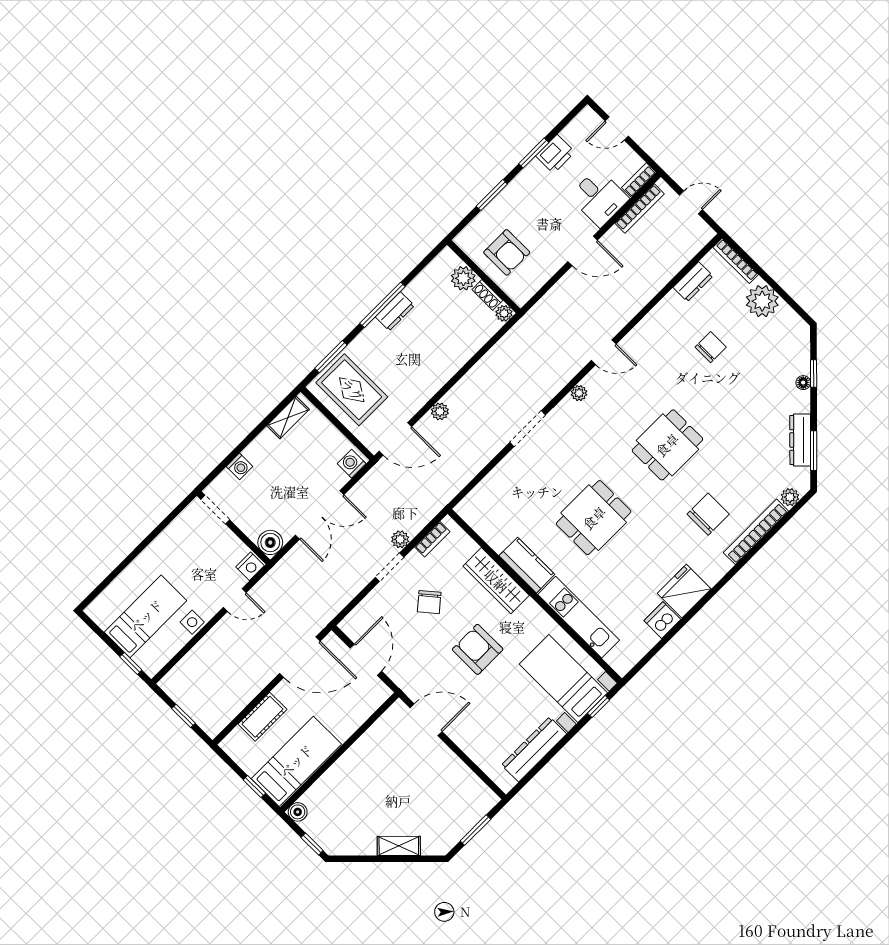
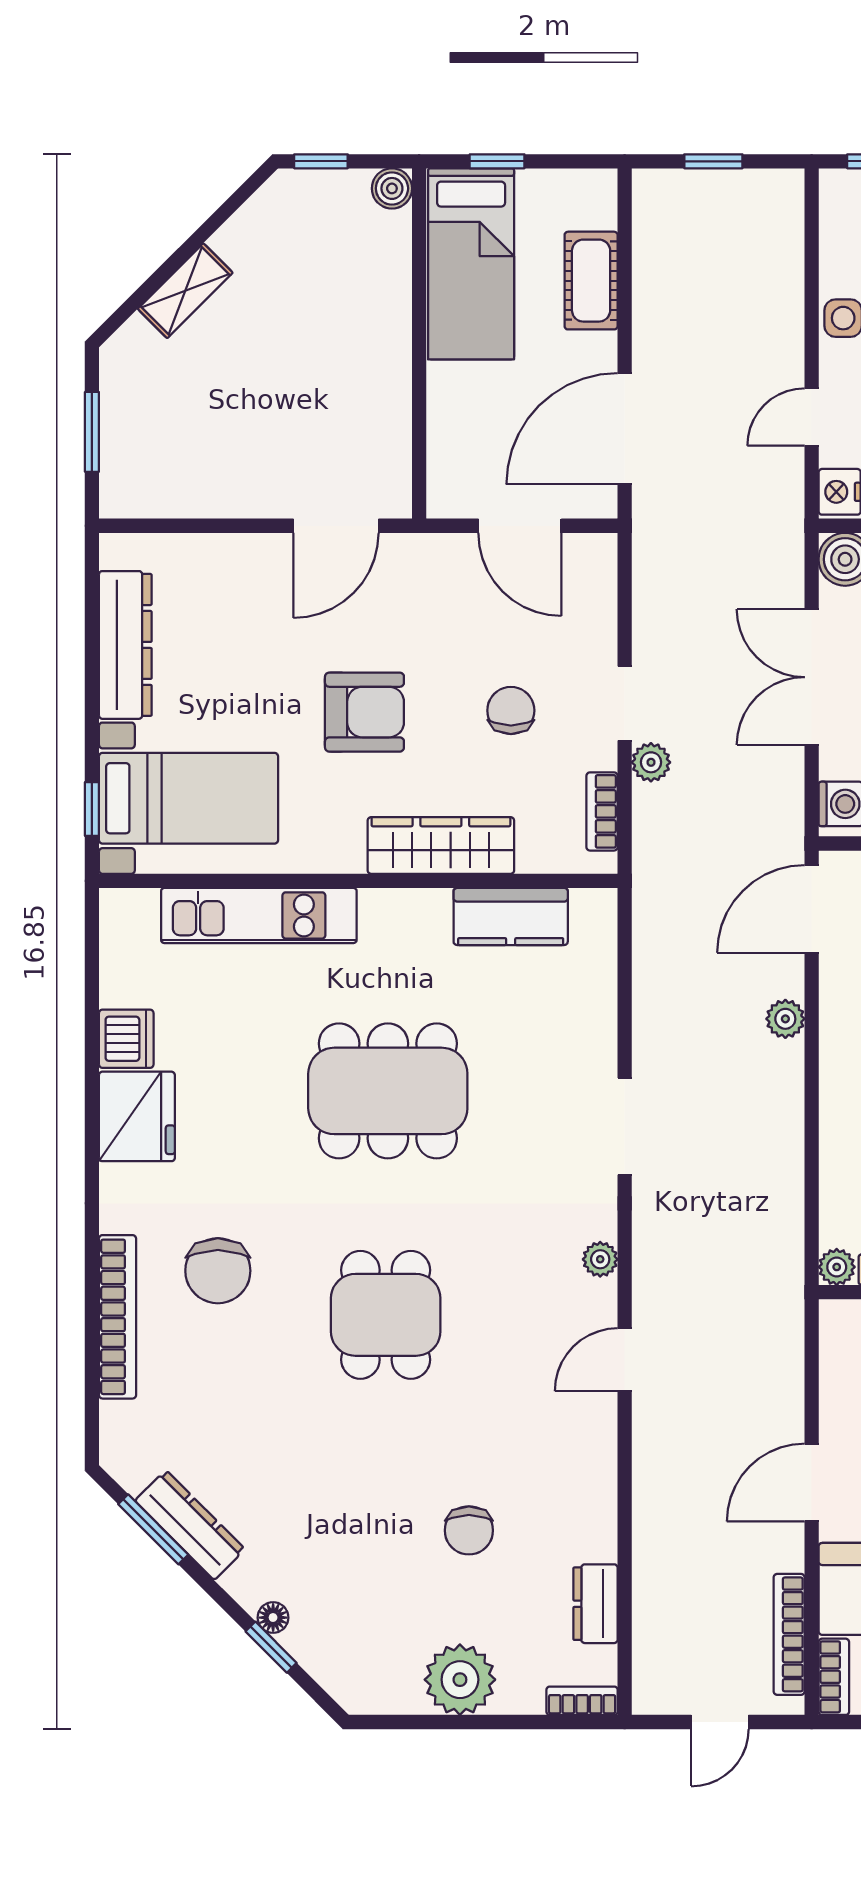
bookcase: (736, 261) -> (582, 1701), width x0.64
plant: (790, 497) -> (119, 1422), removed
dining table: (594, 518) -> (388, 1091), width x1.38
kitchen counter: (527, 565) -> (511, 916), moved
chair: (429, 602) -> (511, 710), turned 40

